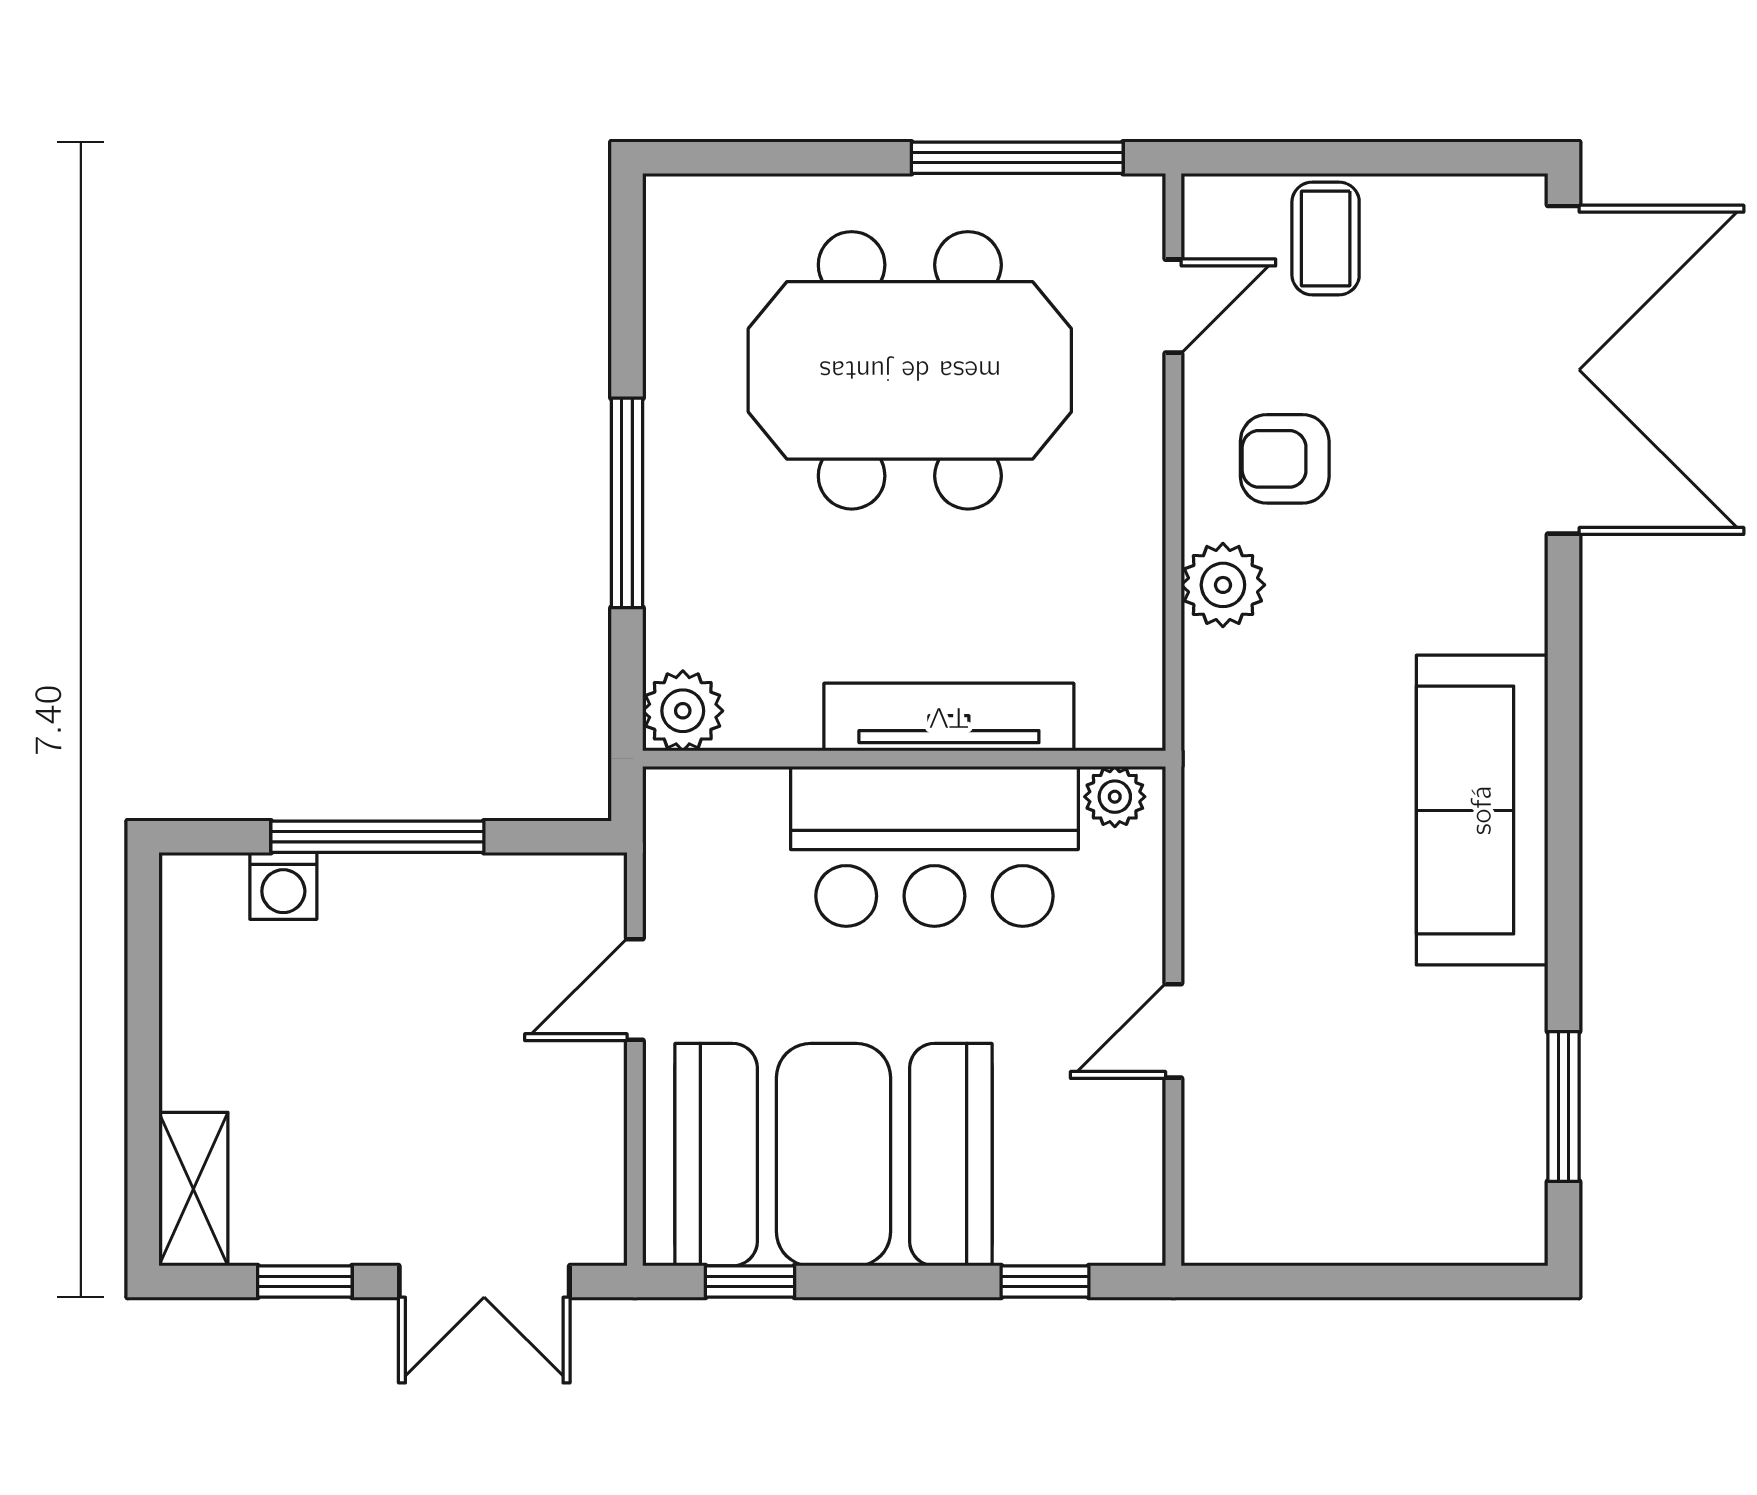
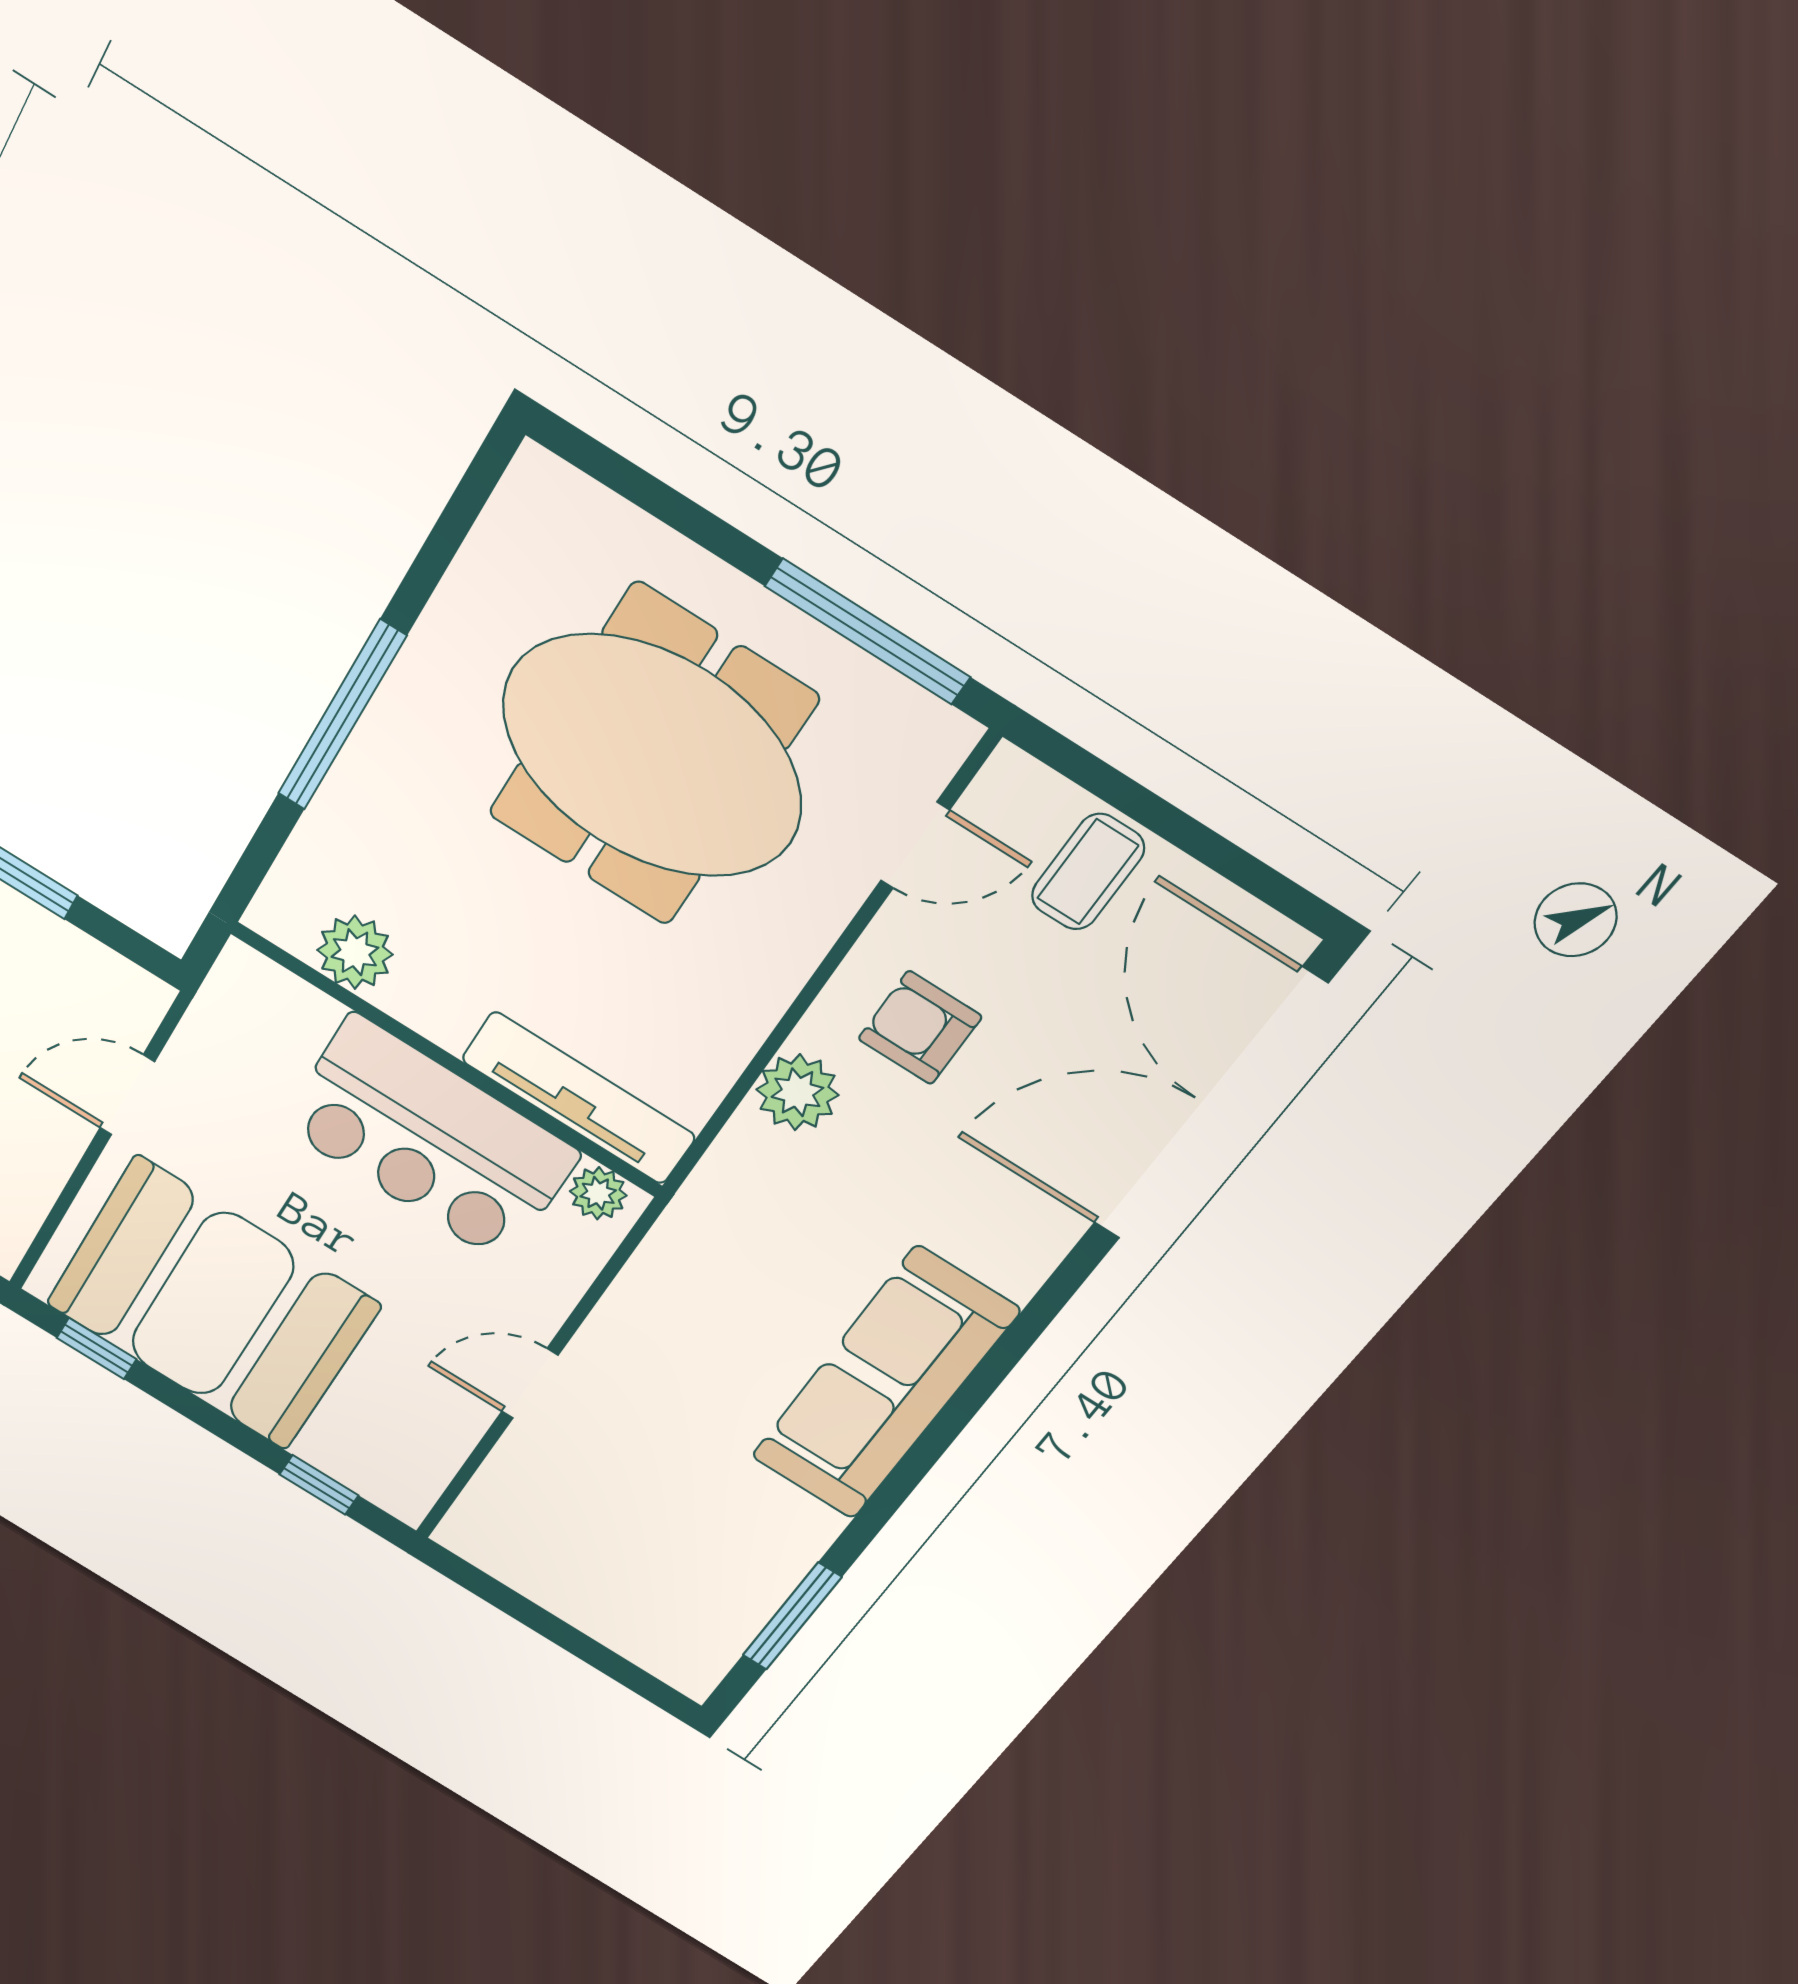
double door: (1564, 370) -> (1208, 1106), swing flipped
plant: (683, 711) -> (355, 952), moved
tv unit: (949, 717) -> (578, 1098), moved

